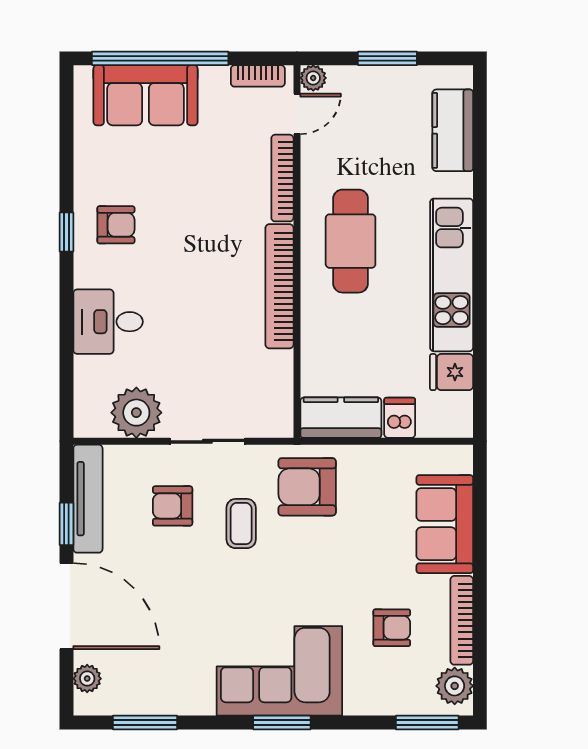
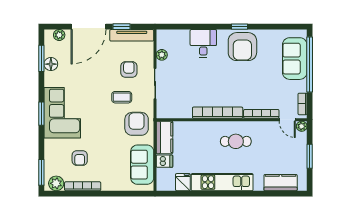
armchair: (116, 225) -> (242, 47), width x1.88, depth x1.88
cafe table: (351, 241) -> (236, 141), width x0.73, depth x0.74
plant: (136, 413) -> (162, 55), width x0.53, depth x0.53
sofa: (445, 524) -> (142, 165), moved, turned -90
floor lamp: (159, 699) -> (51, 64), added

